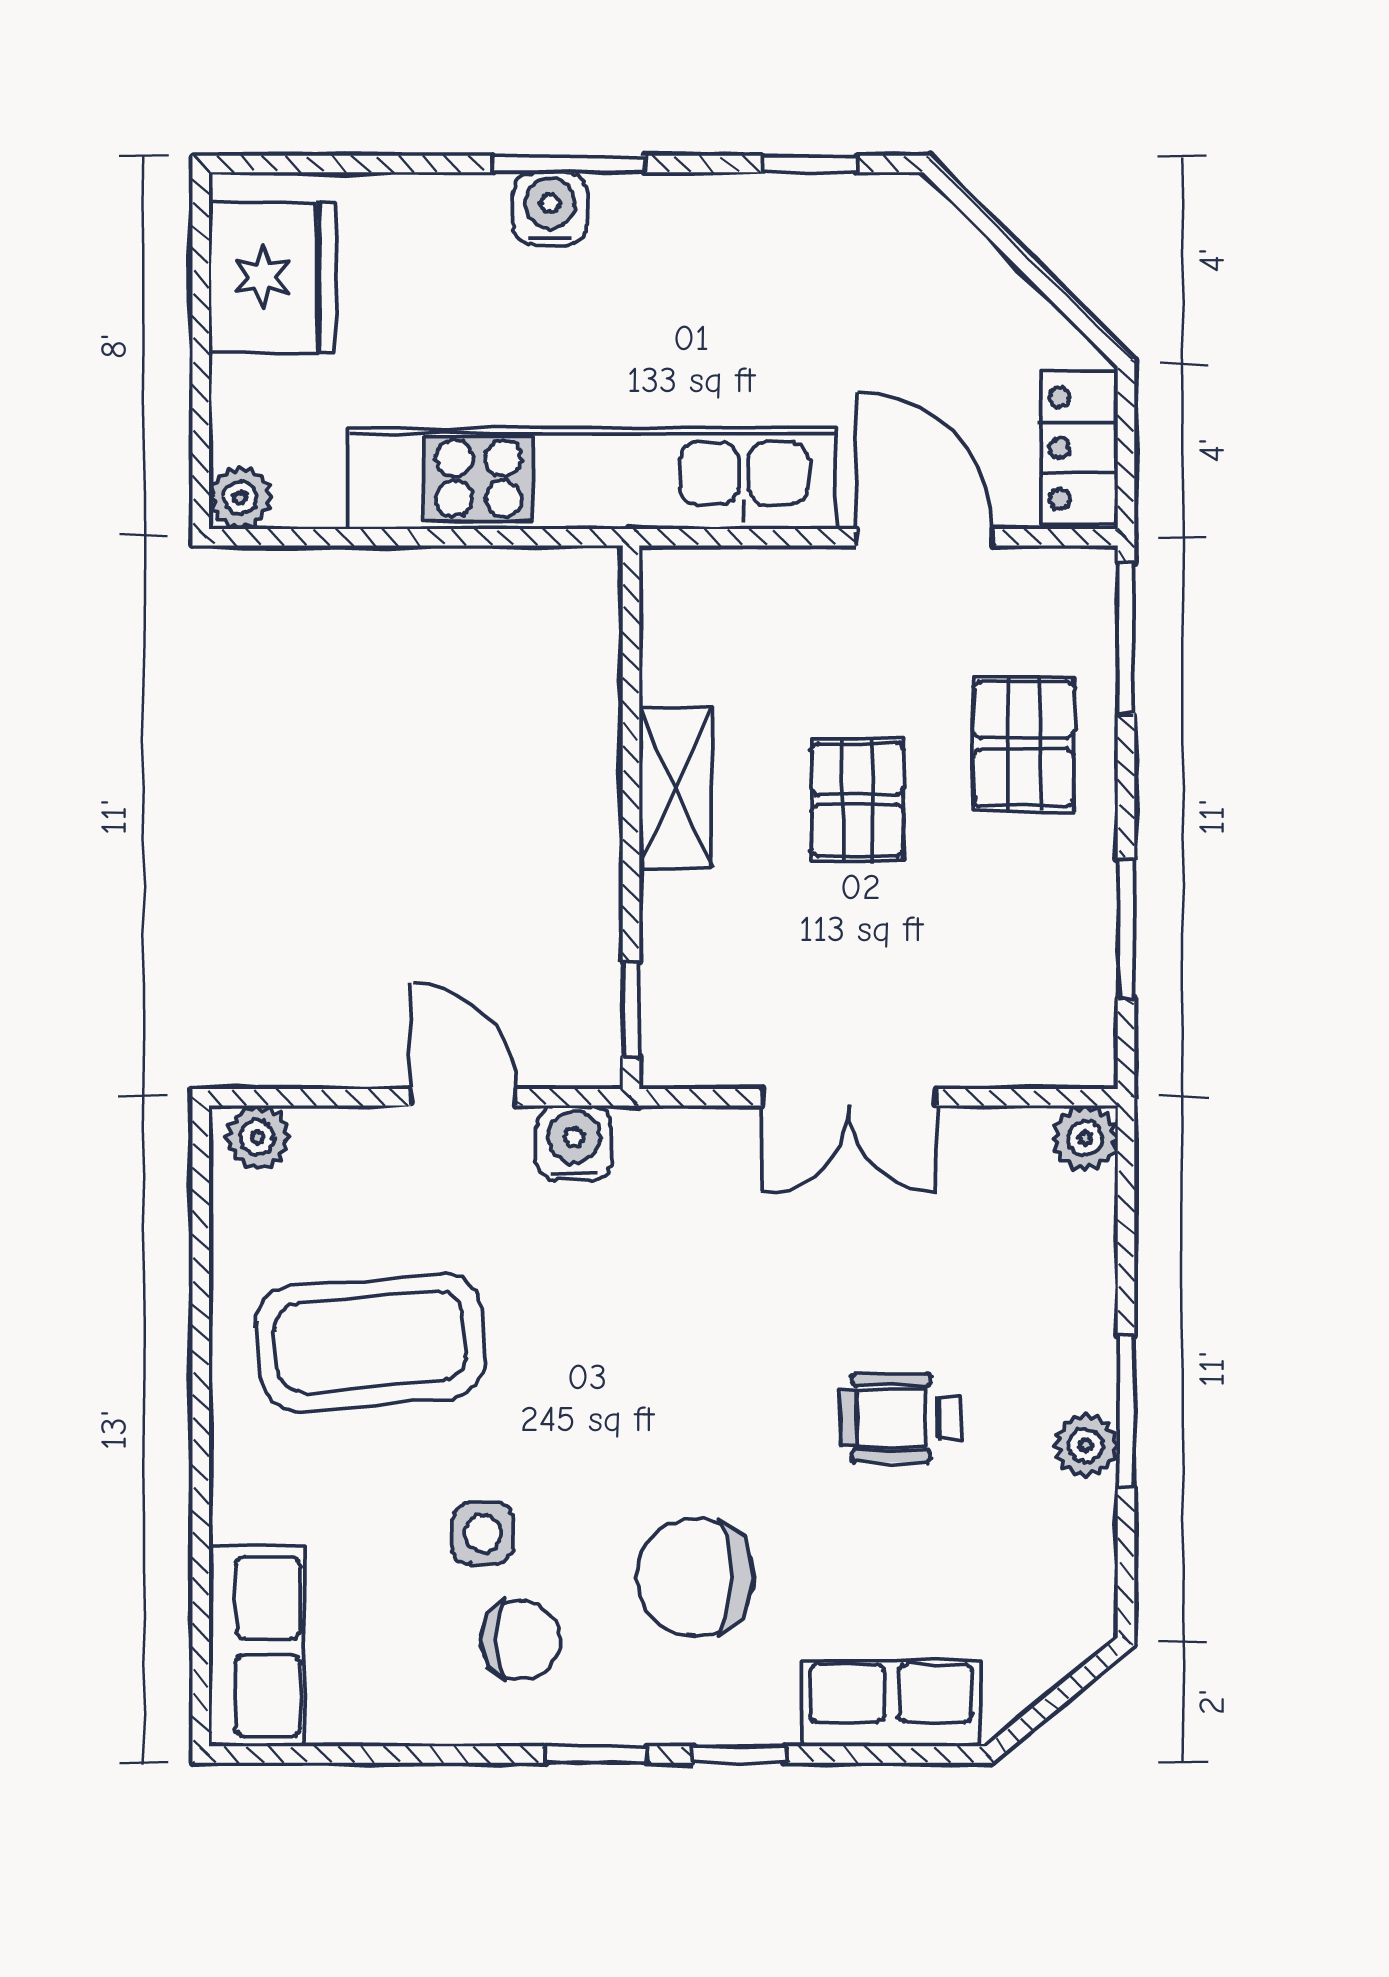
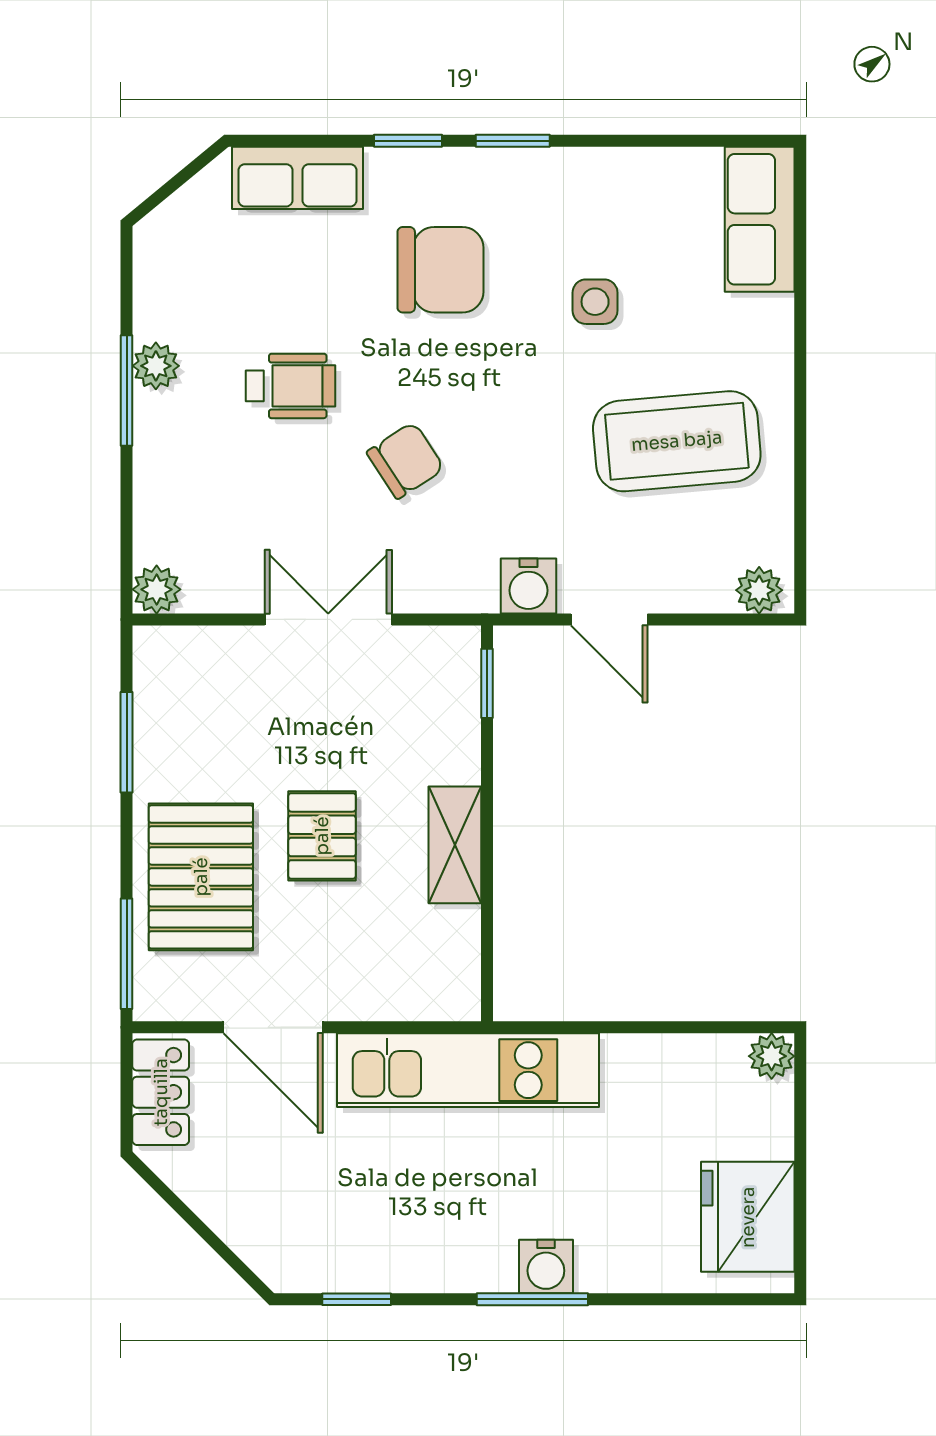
kitchen unit: (592, 478) -> (468, 1070), width x0.73
pallet: (1024, 744) -> (201, 877), width x1.50, depth x1.42
chair: (520, 1640) -> (405, 460), moved, turned 147

